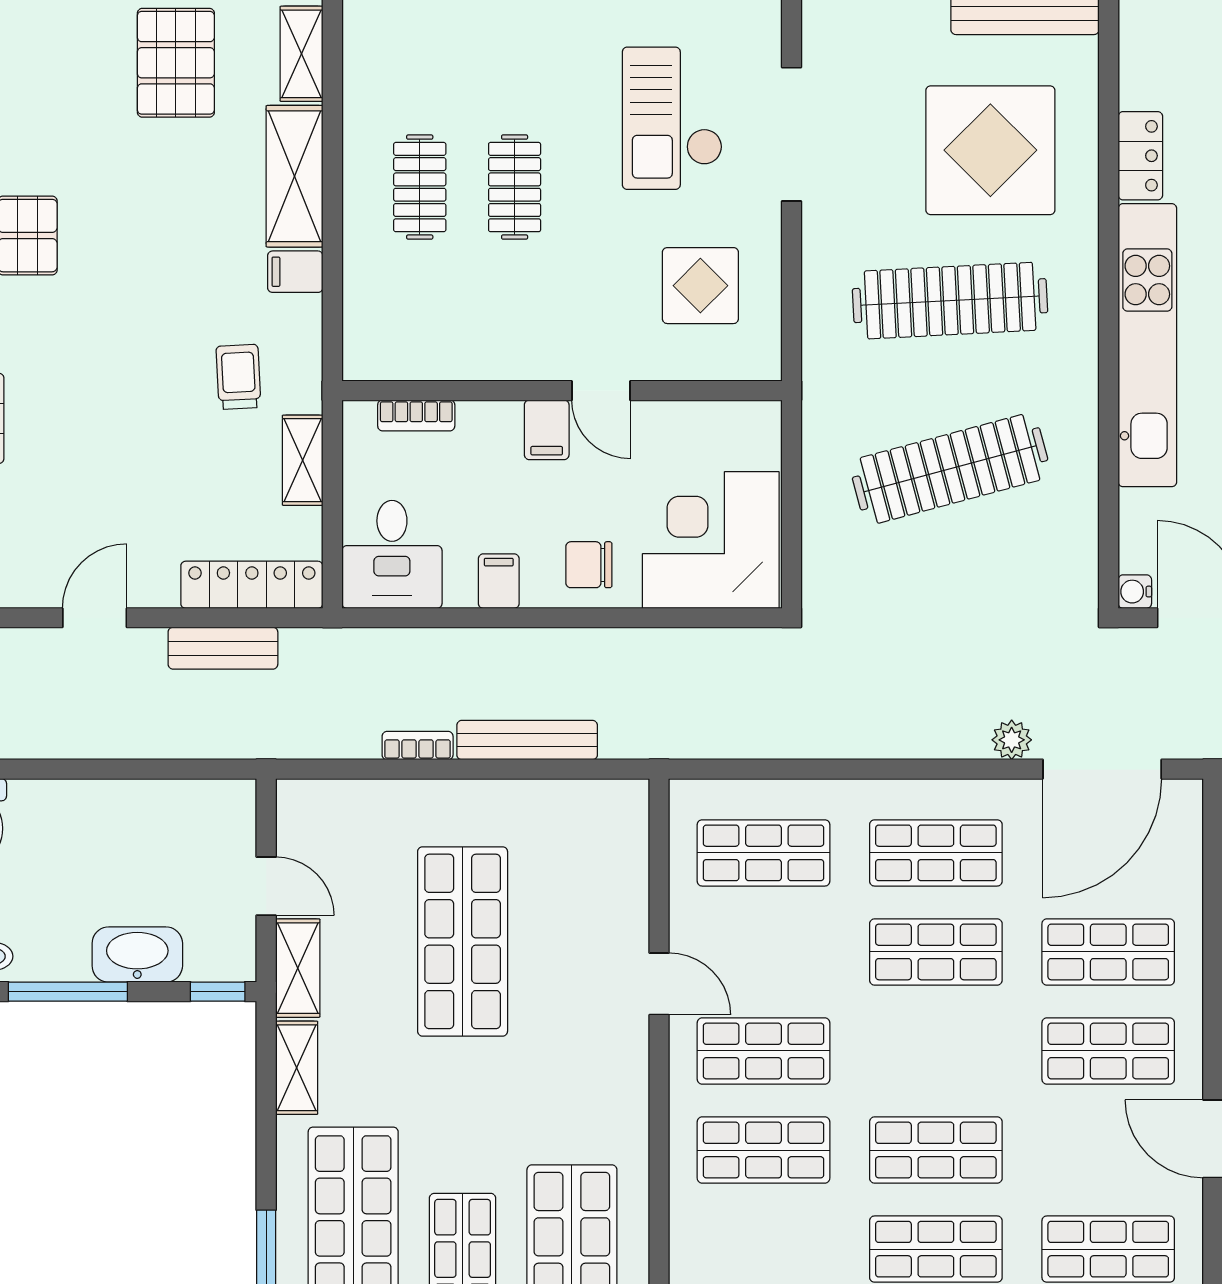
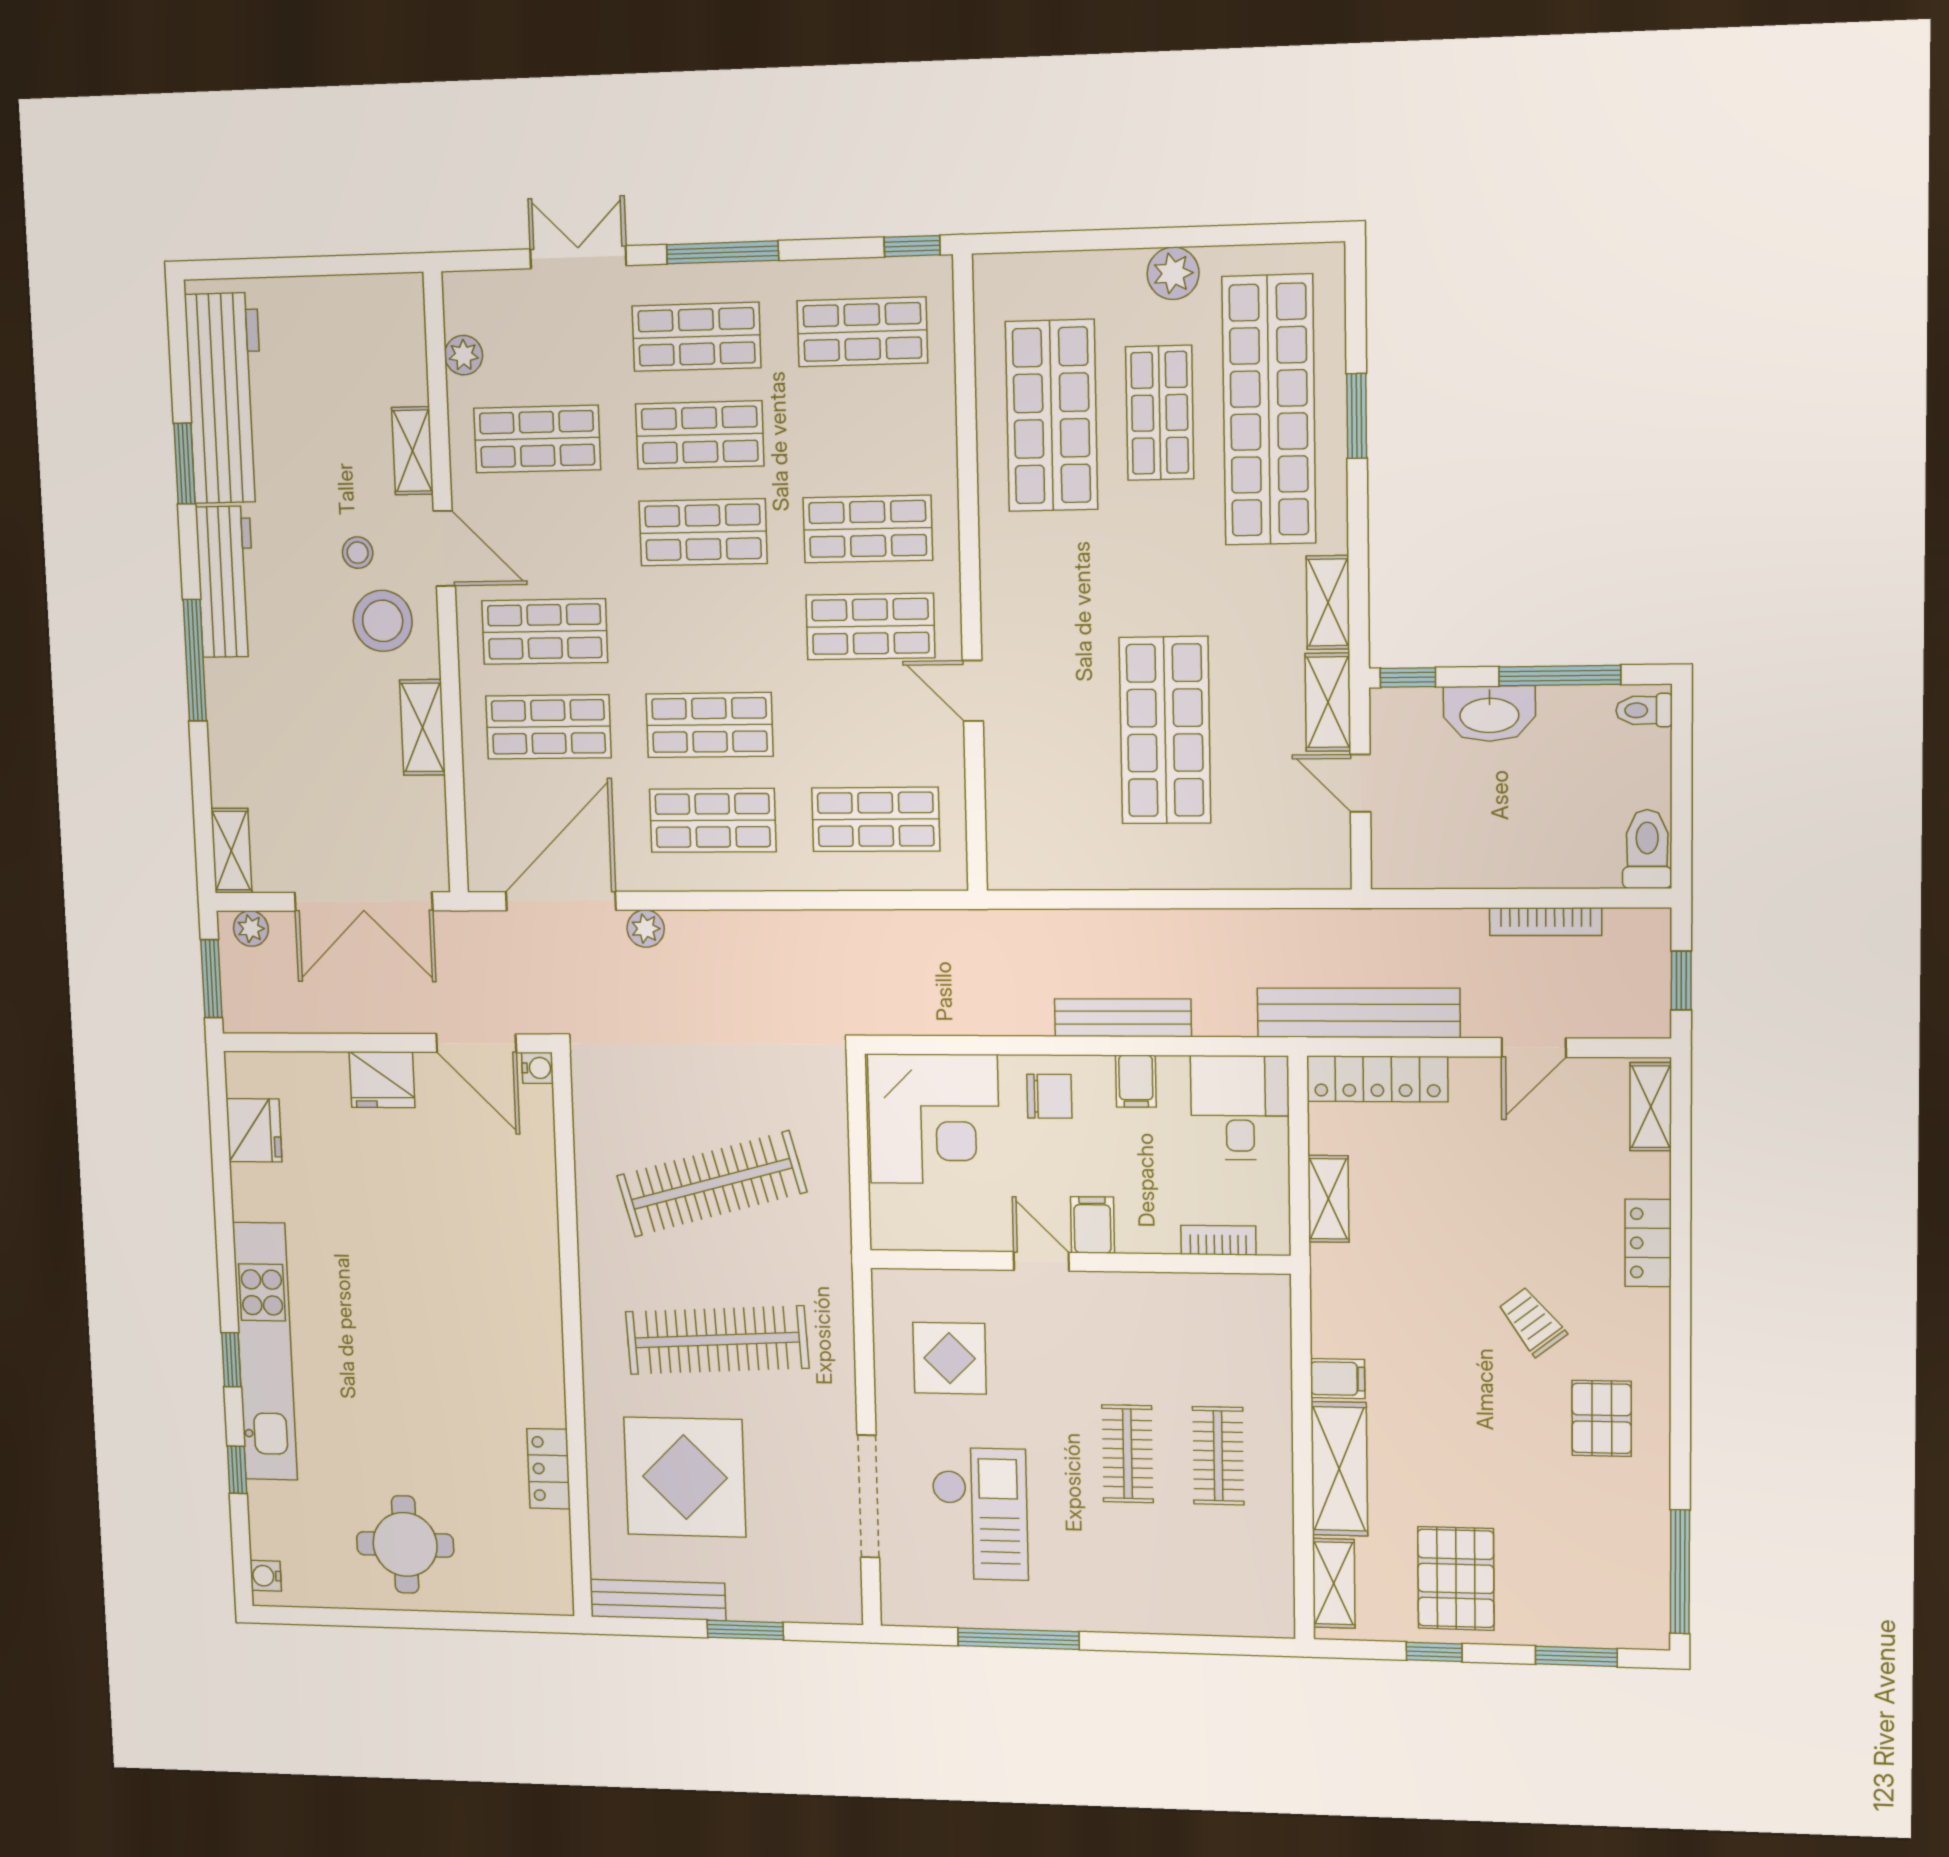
kitchen unit: (1147, 345) -> (535, 1296), removed
trolley: (238, 377) -> (1532, 1322), moved, turned 145
bench: (223, 648) -> (1358, 1013), width x1.86, depth x1.21
bench: (527, 740) -> (1123, 1018), moved
bookcase: (418, 746) -> (1546, 922), moved, width x1.56

